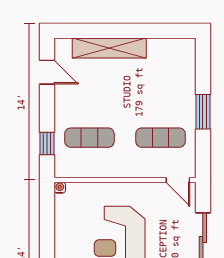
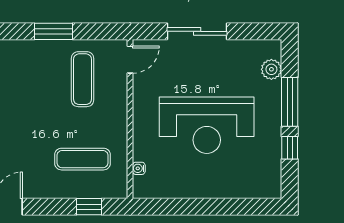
exercise mat: (89, 138) -> (82, 159), turned 90
water cooler: (60, 188) -> (139, 168), moved

